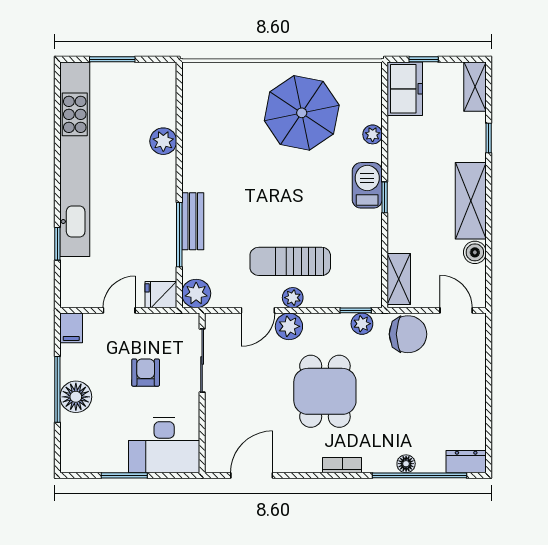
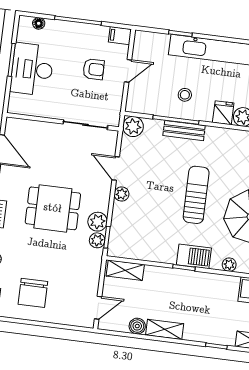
shelving: (471, 201) -> (165, 329), width x0.67, depth x0.75
stool: (143, 227) -> (185, 95), added
sun lounger: (290, 261) -> (196, 195), moved
fridge: (161, 295) -> (223, 113), moved
door: (119, 310) -> (128, 71), hinge flipped
plant: (289, 326) -> (98, 222), moved
chair: (408, 334) -> (33, 293), moved
armchair: (146, 373) -> (94, 69), moved
floor lamp: (76, 397) -> (39, 23), moved, width x0.53, depth x0.53
desk: (164, 445) -> (32, 69), moved

